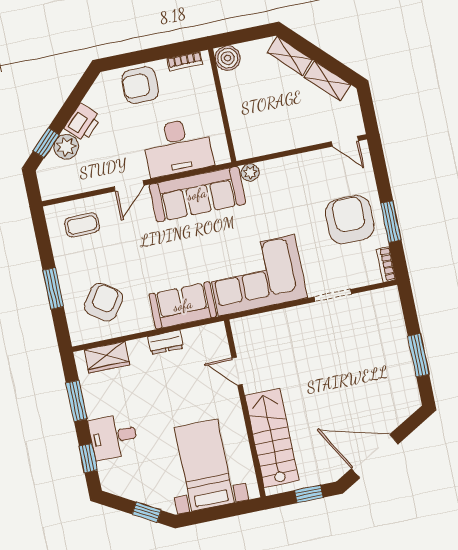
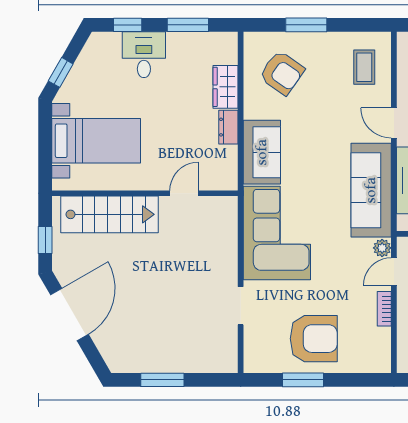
door: (345, 141) -> (394, 272), moved
bookcase: (386, 265) -> (384, 309), moved, turned -90
wardrobe: (107, 357) -> (226, 87), moved

